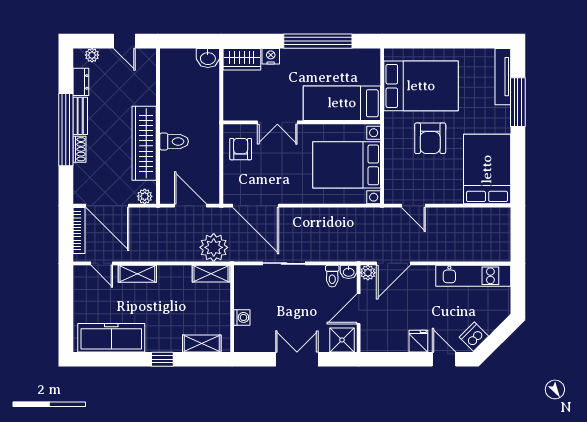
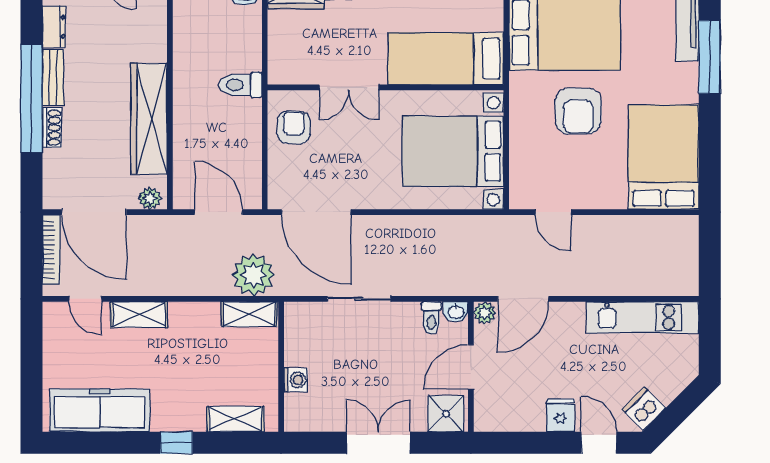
toilet: (174, 141) -> (241, 85), moved, turned 180

